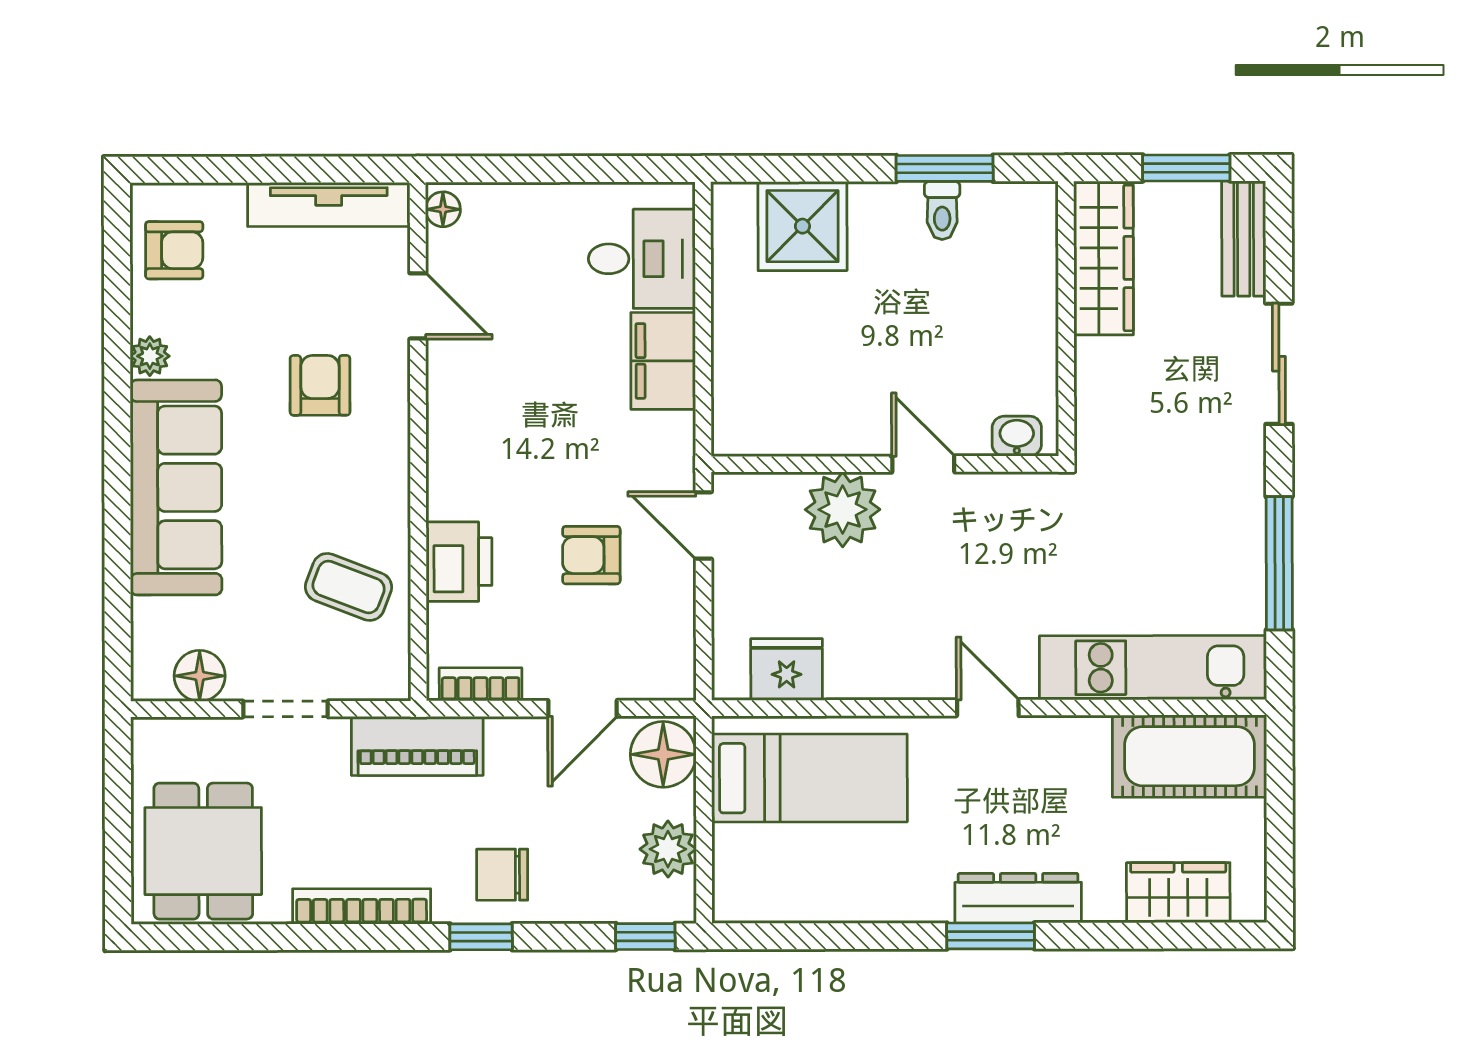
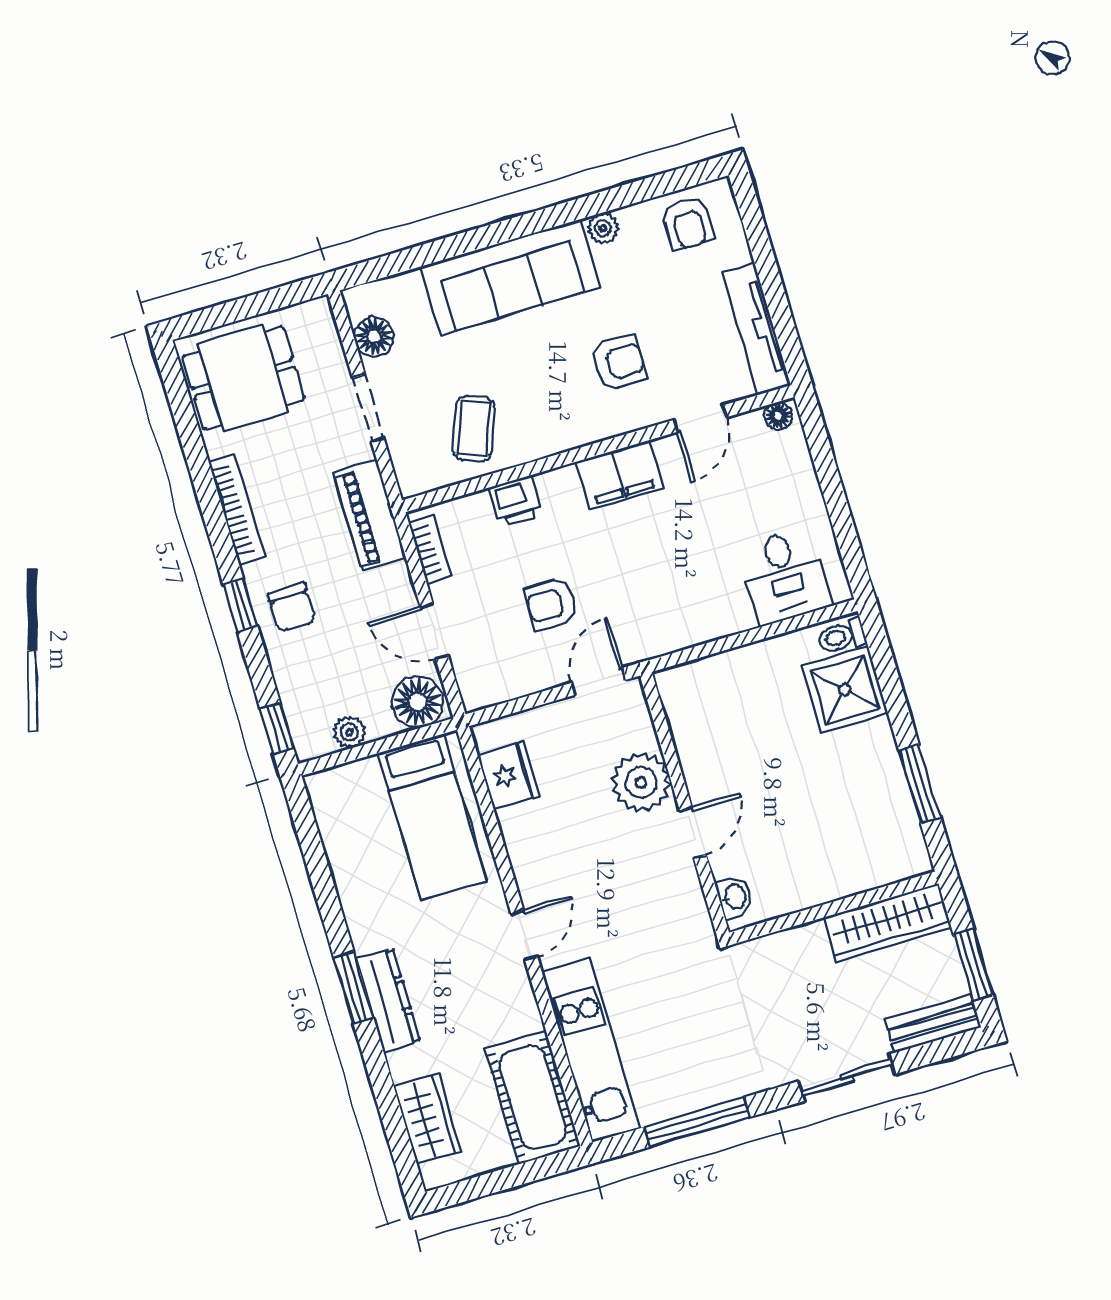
toilet: (942, 210) -> (842, 636), moved
filing cabinet: (663, 361) -> (619, 475), moved, turned 180
armchair: (591, 555) -> (551, 604), turned -90
printer: (459, 562) -> (516, 501), width x0.73, depth x0.81
plant: (668, 849) -> (349, 732), width x0.73, depth x0.73
chair: (502, 875) -> (292, 607), turned 180

